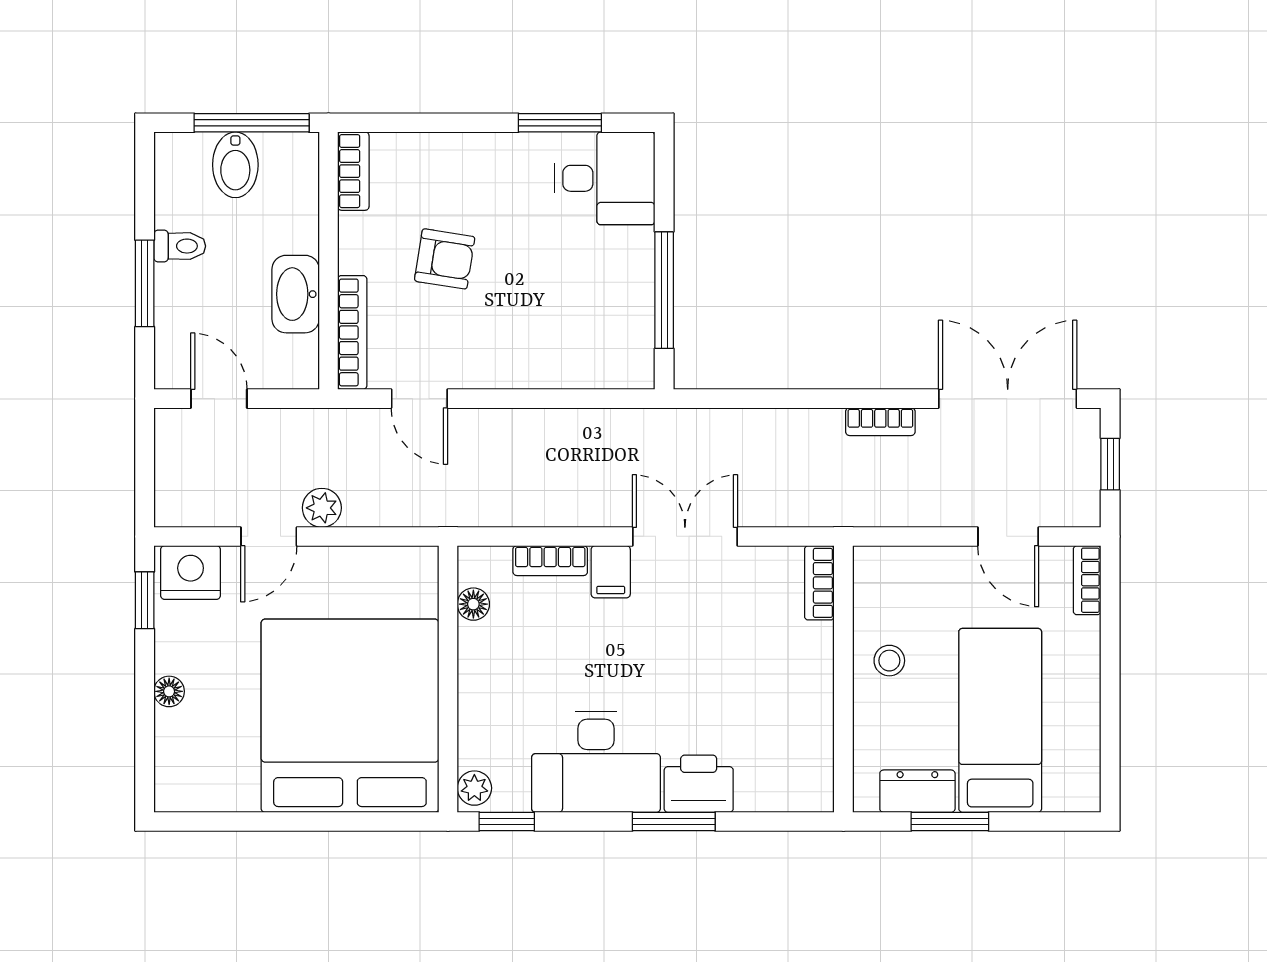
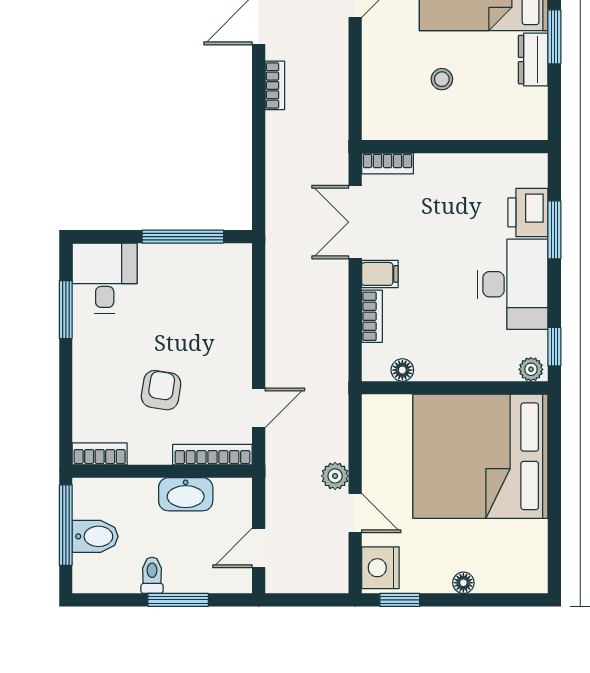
bookcase: (819, 583) -> (387, 163), moved
wall: (843, 679) -> (455, 147), moved

